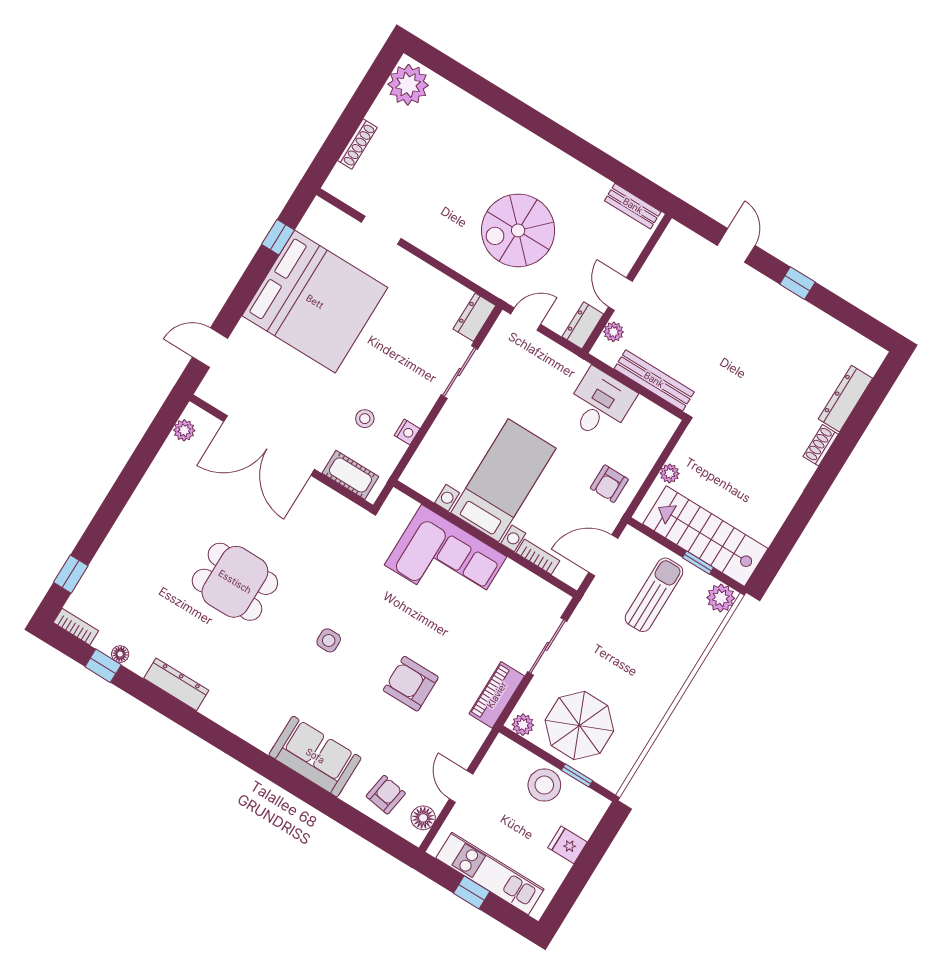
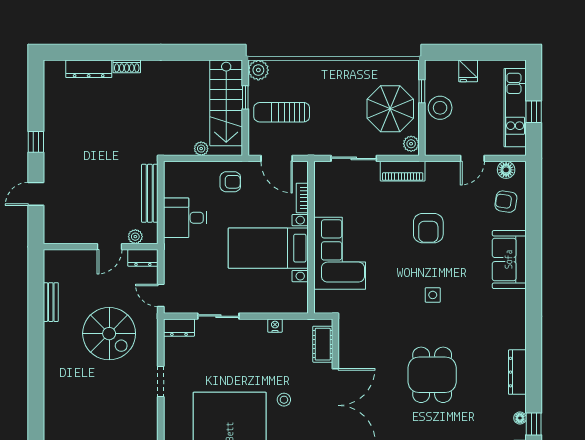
bench: (633, 206) -> (51, 302), moved
doorway: (381, 230) -> (161, 382), moved
stool: (365, 419) -> (284, 400), moved

